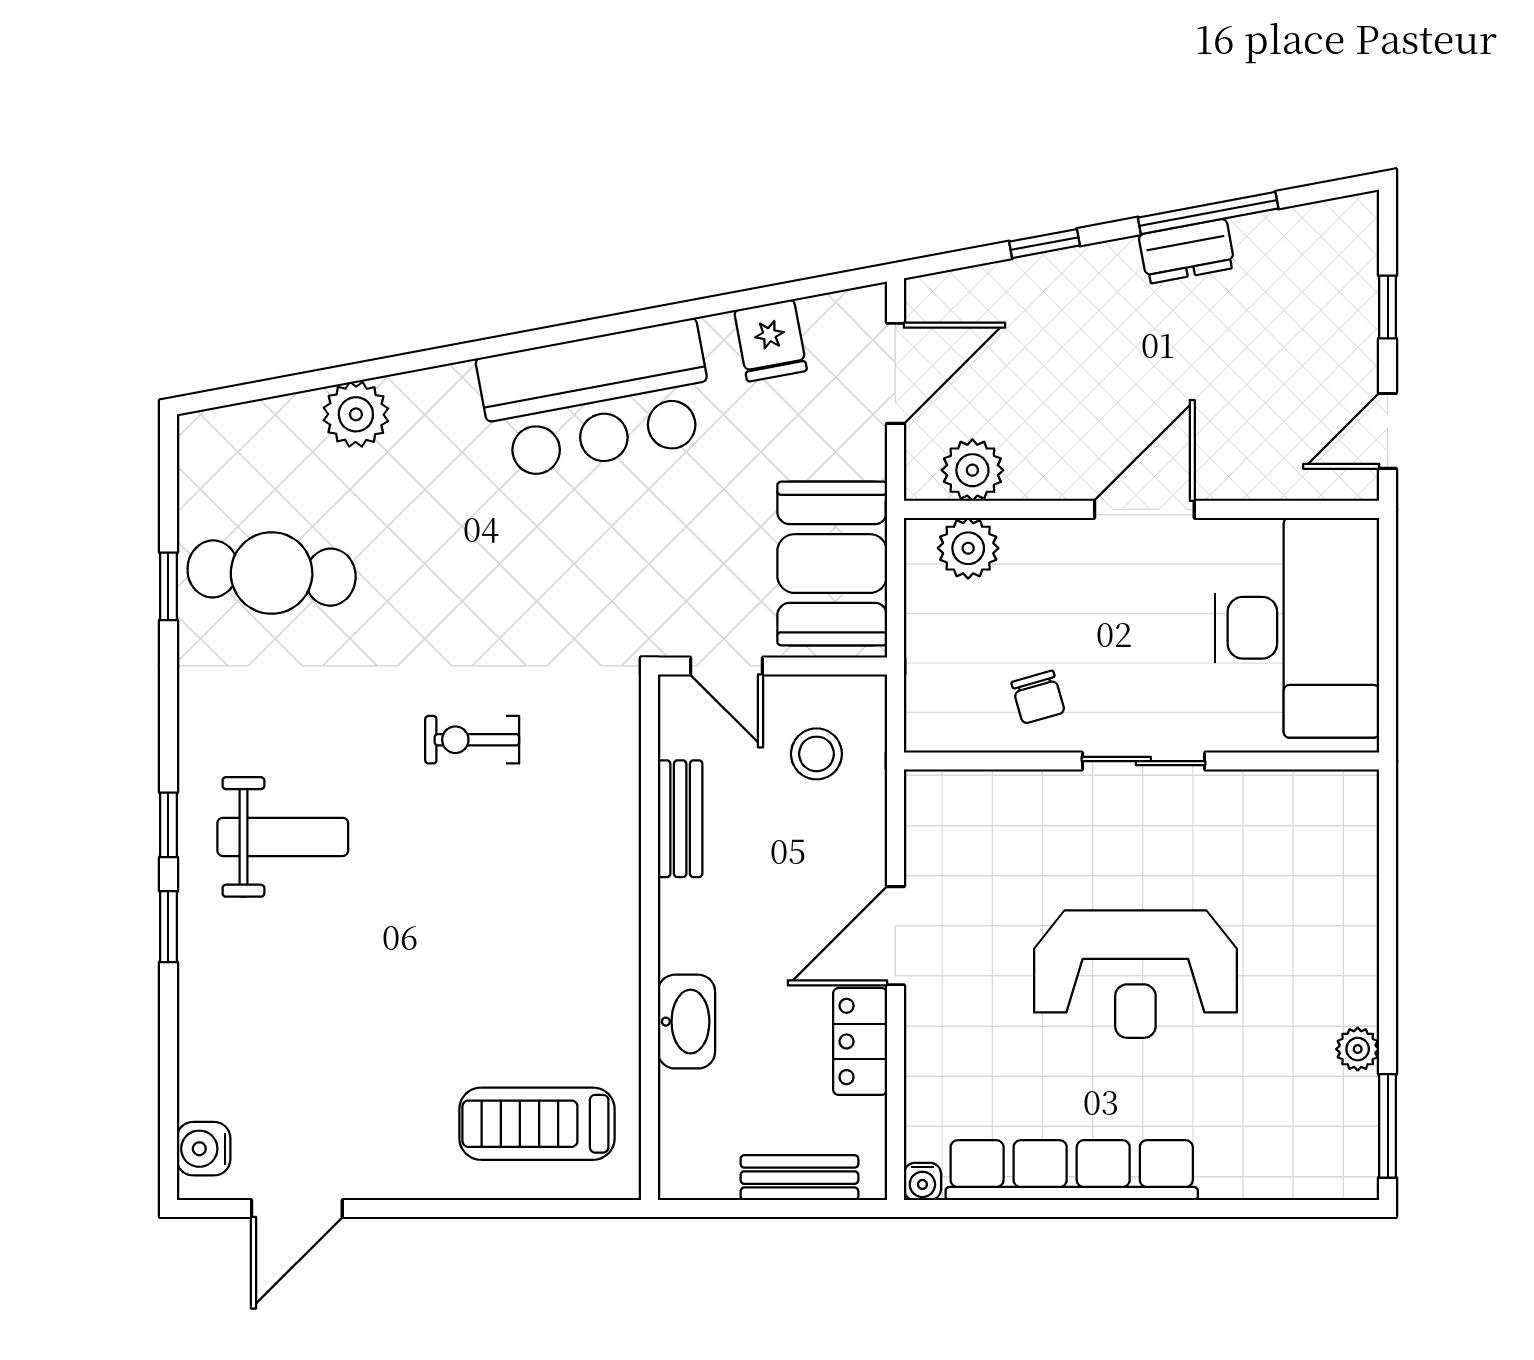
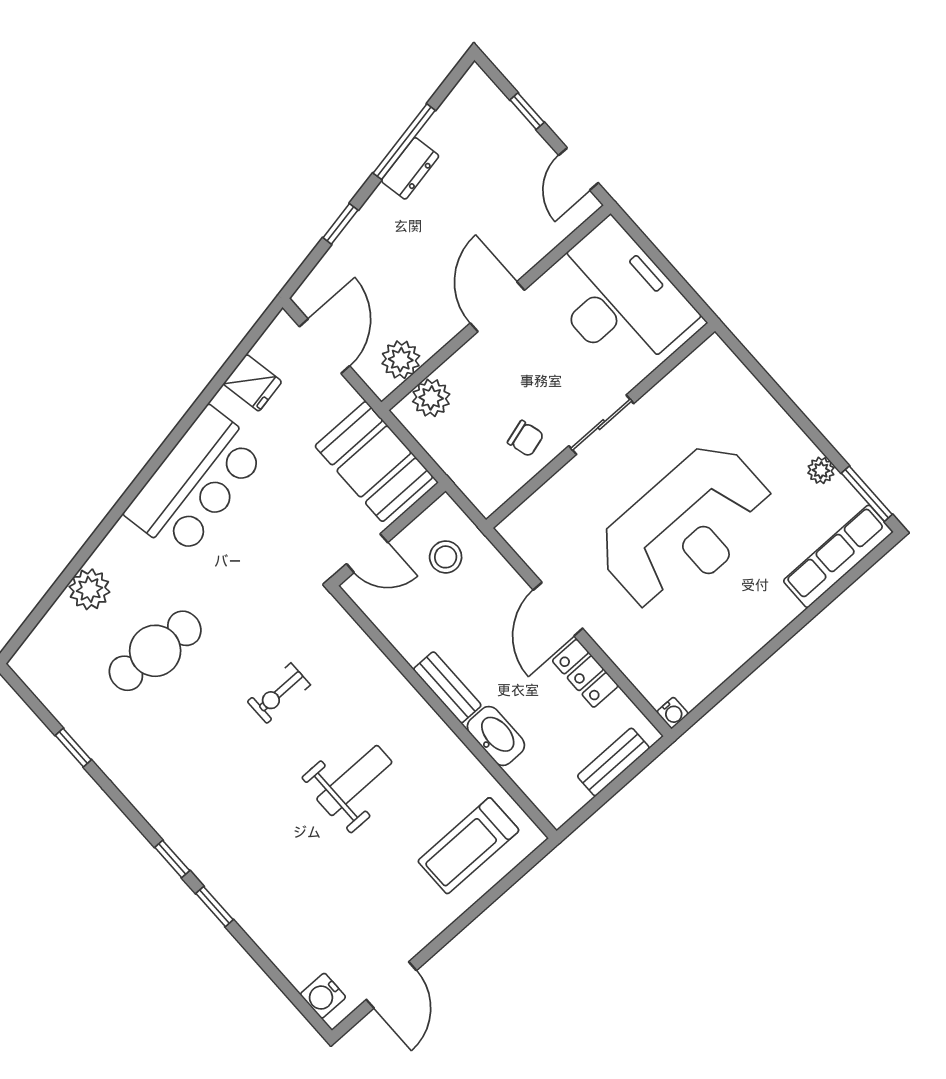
cafe table: (272, 573) -> (155, 651), moved
bench: (680, 819) -> (447, 687), moved
weight bench: (283, 837) -> (354, 781), moved
reception desk: (1135, 974) -> (686, 528), width x1.36, depth x1.30
row of seats: (1072, 1170) -> (838, 556), moved, width x0.73

